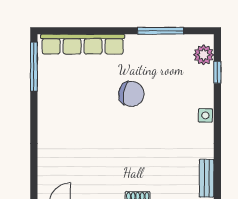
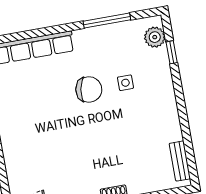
side table: (205, 115) -> (125, 83), moved

